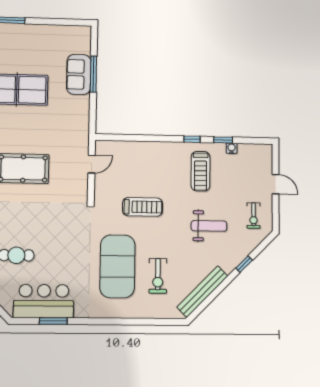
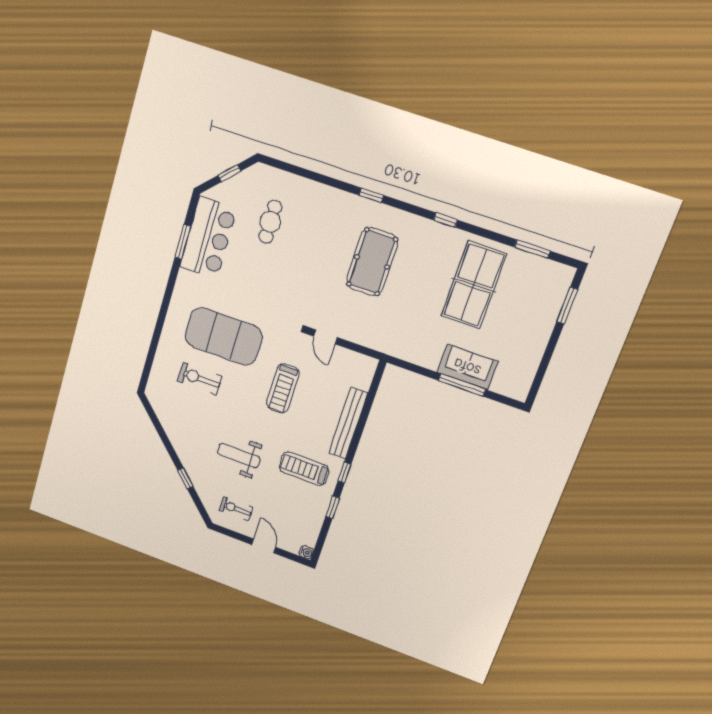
water cooler: (232, 148) -> (306, 552), moved
door: (92, 164) -> (325, 337), moved
door: (276, 184) -> (264, 546), swing flipped
weight bench: (209, 226) -> (239, 455), turned 90
bench: (202, 292) -> (348, 423), moved, turned 45

